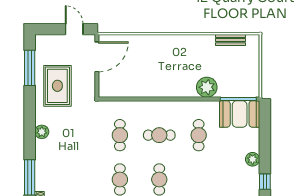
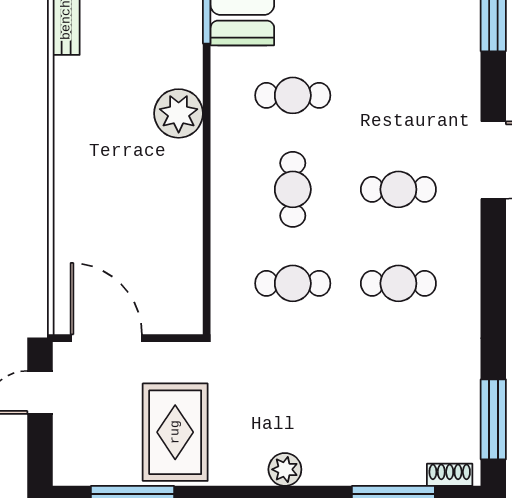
rug: (57, 86) -> (175, 432), turned 90
plant: (207, 87) -> (179, 113), moved

